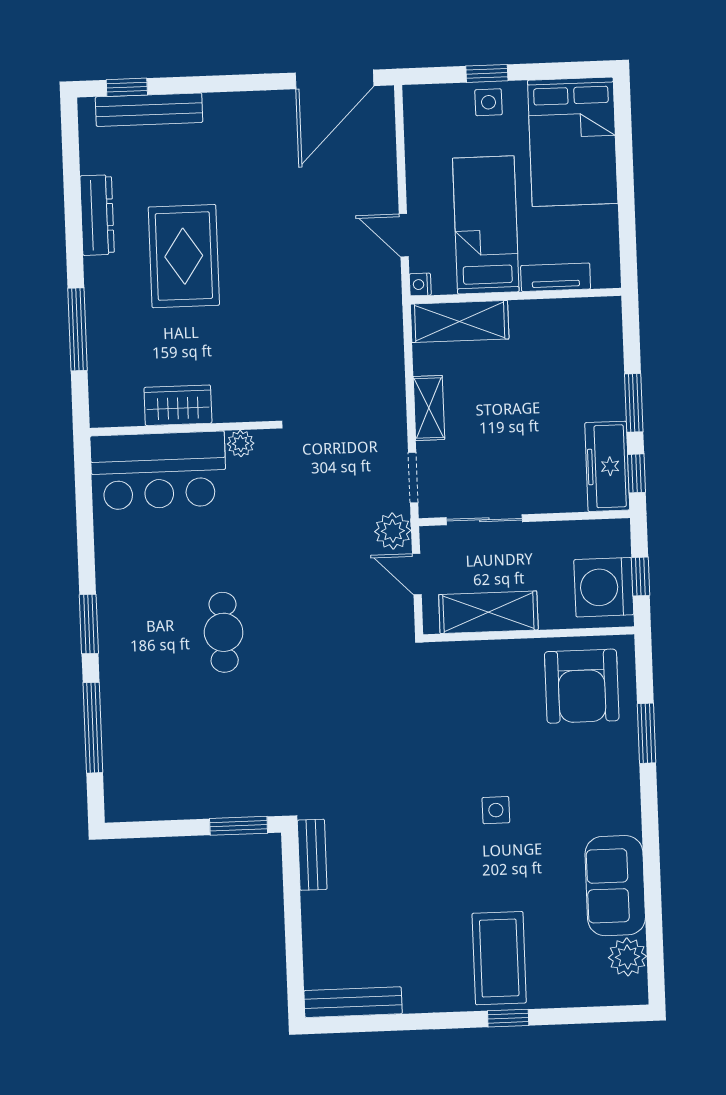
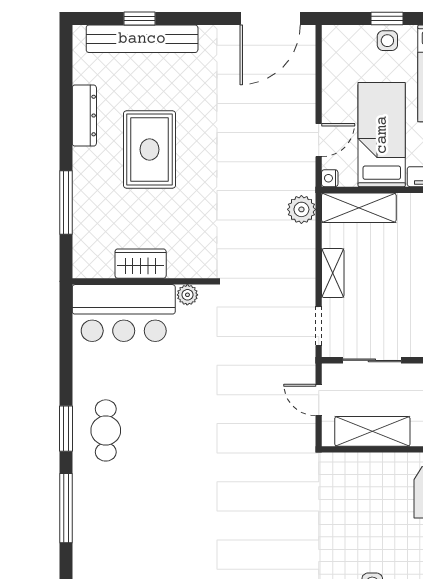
window: (127, 87) -> (139, 19), moved
bench: (149, 110) -> (142, 39), width x1.37, depth x1.21
door: (404, 235) -> (319, 140), swing flipped
plant: (393, 531) -> (301, 209), moved
cafe table: (224, 632) -> (106, 430), moved

